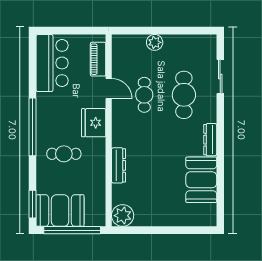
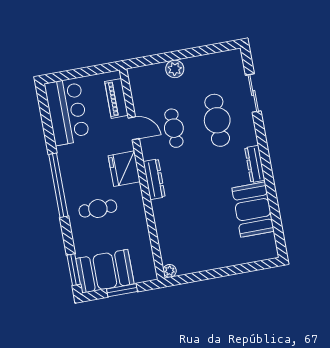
dresser: (119, 165) -> (154, 179), moved
plant: (123, 216) -> (170, 271), width x0.53, depth x0.53
window: (72, 230) -> (122, 290), width x0.47

